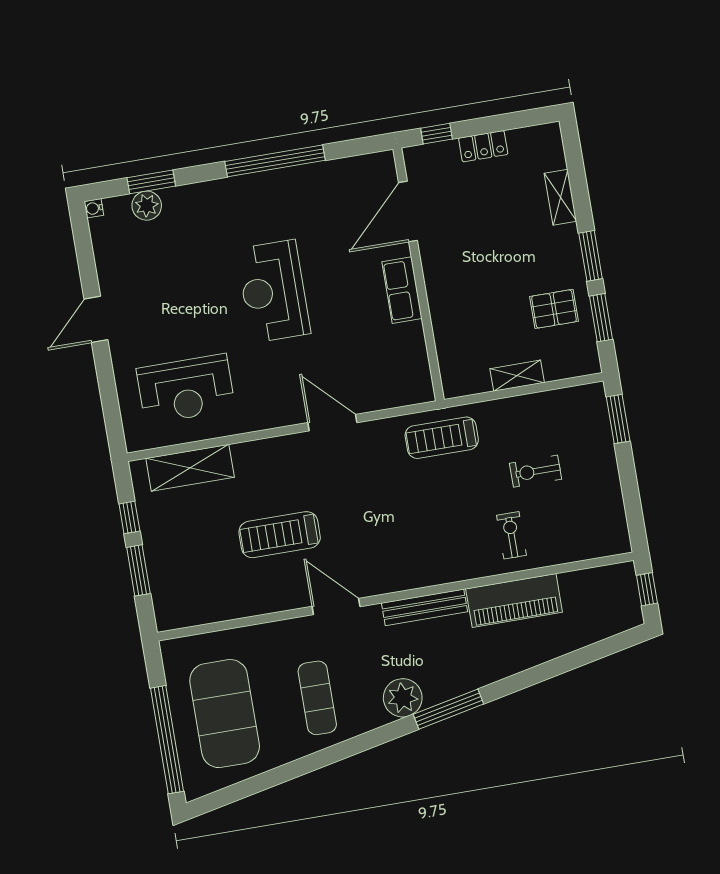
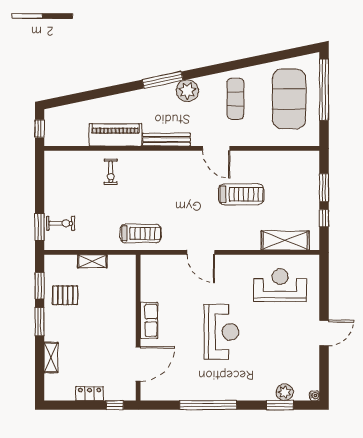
exercise bike: (536, 471) -> (61, 223), moved

